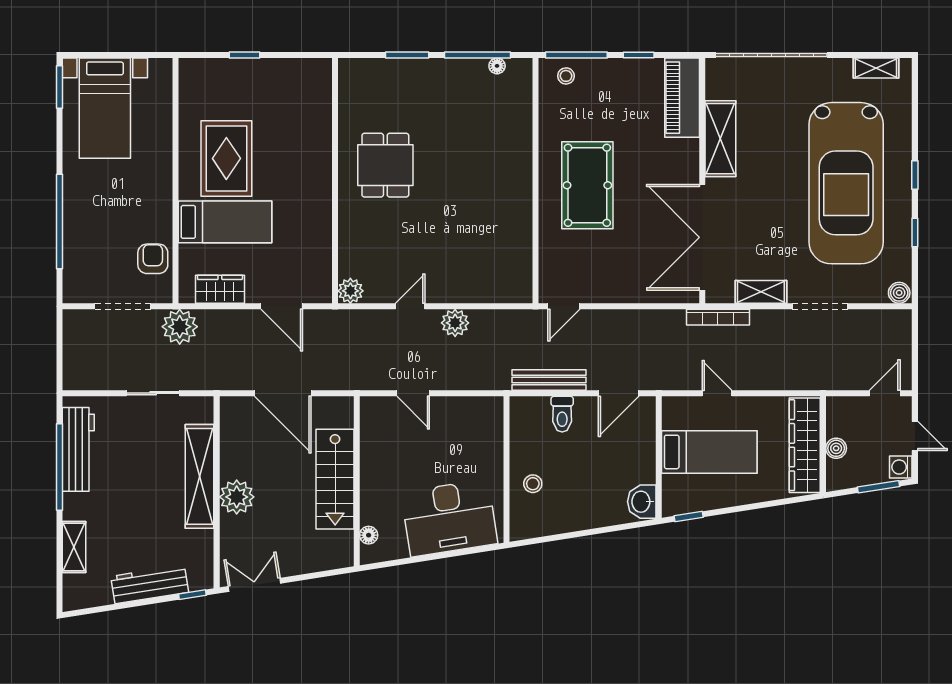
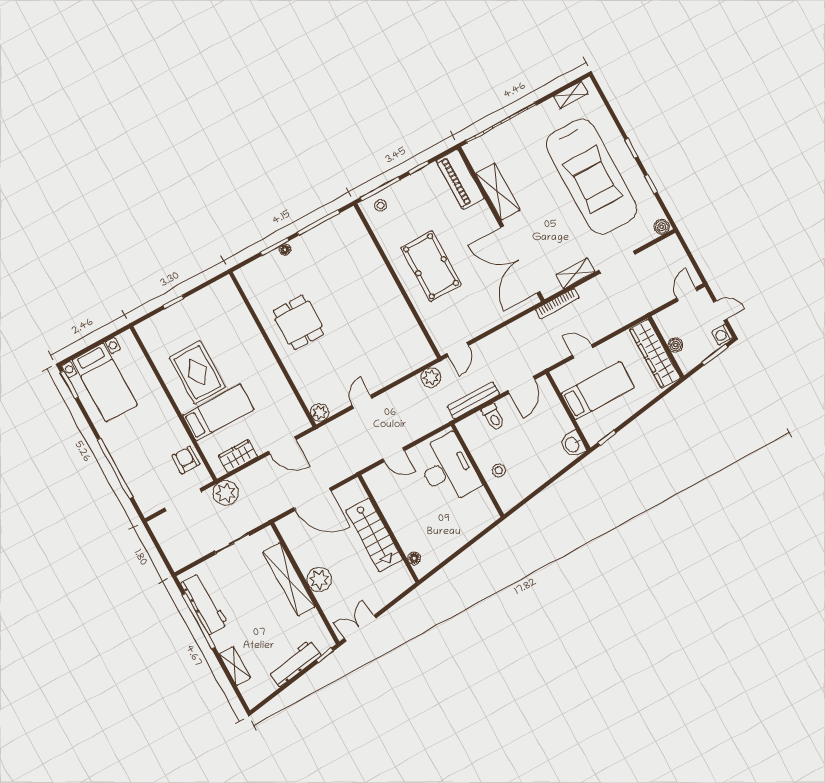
floor lamp: (497, 66) -> (285, 250), moved
plant: (455, 323) -> (431, 378), moved
desk: (449, 518) -> (448, 469), moved, turned -81

